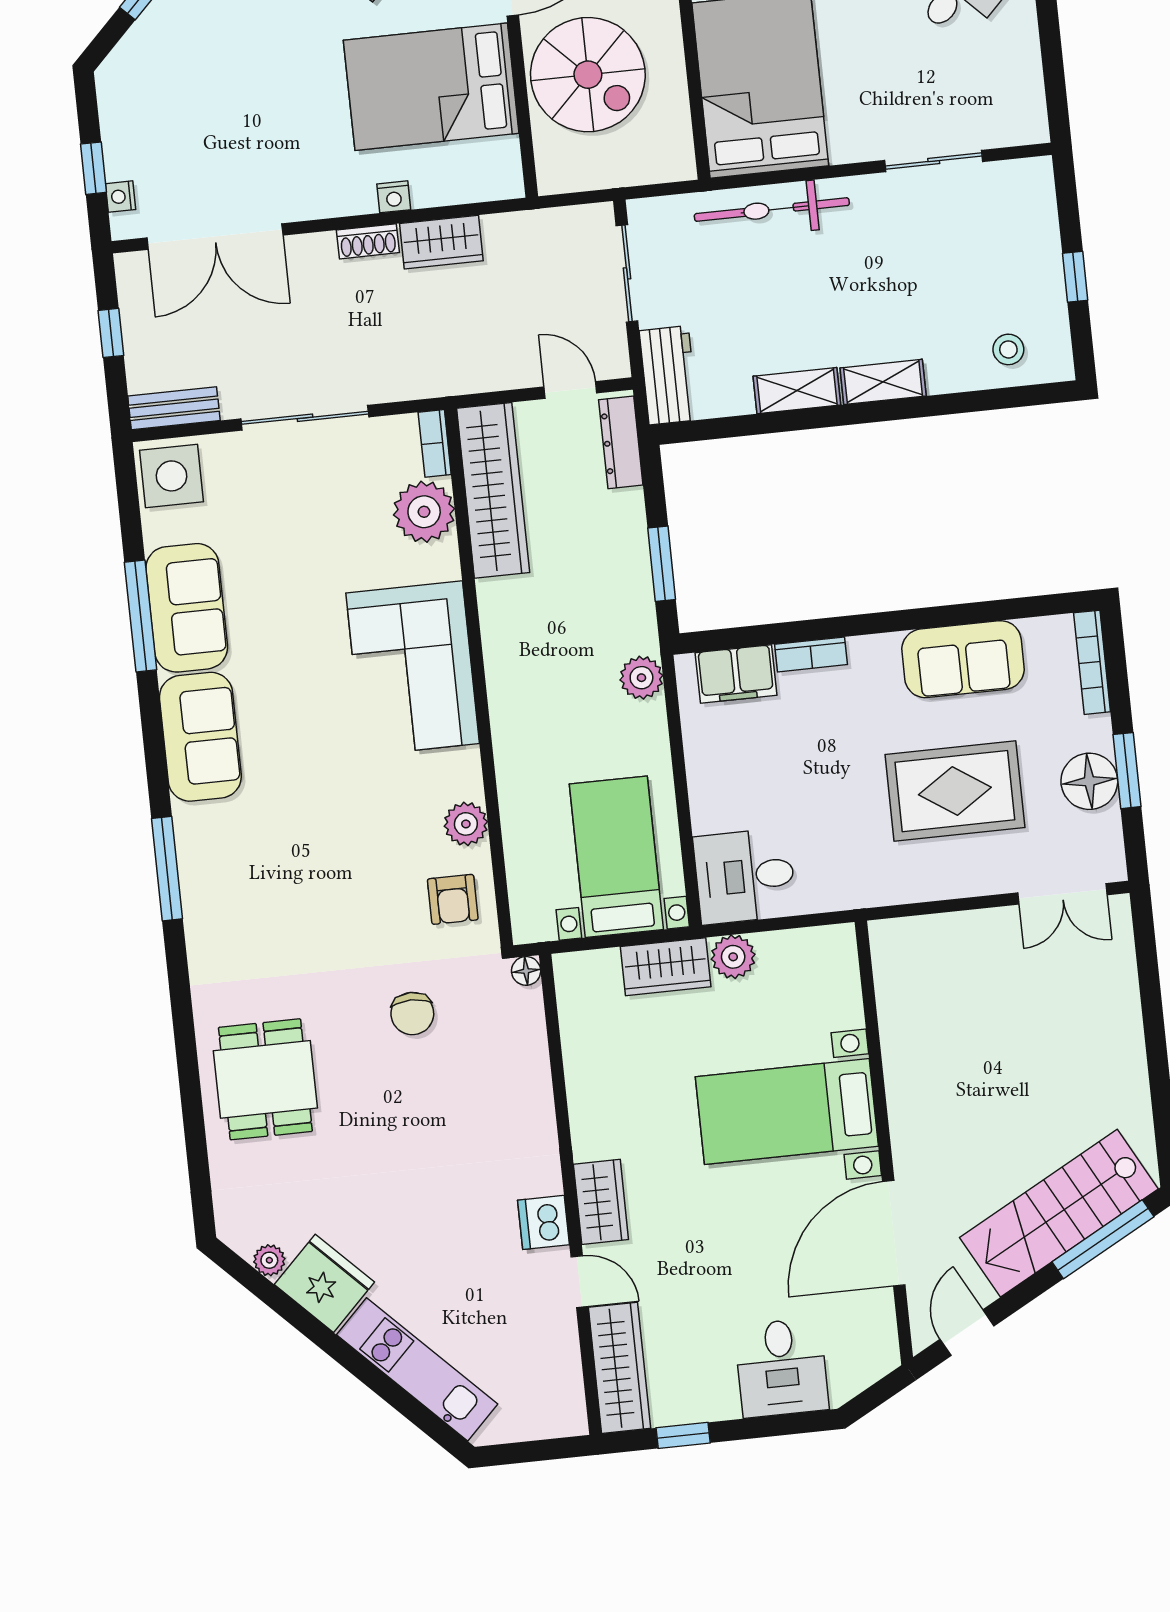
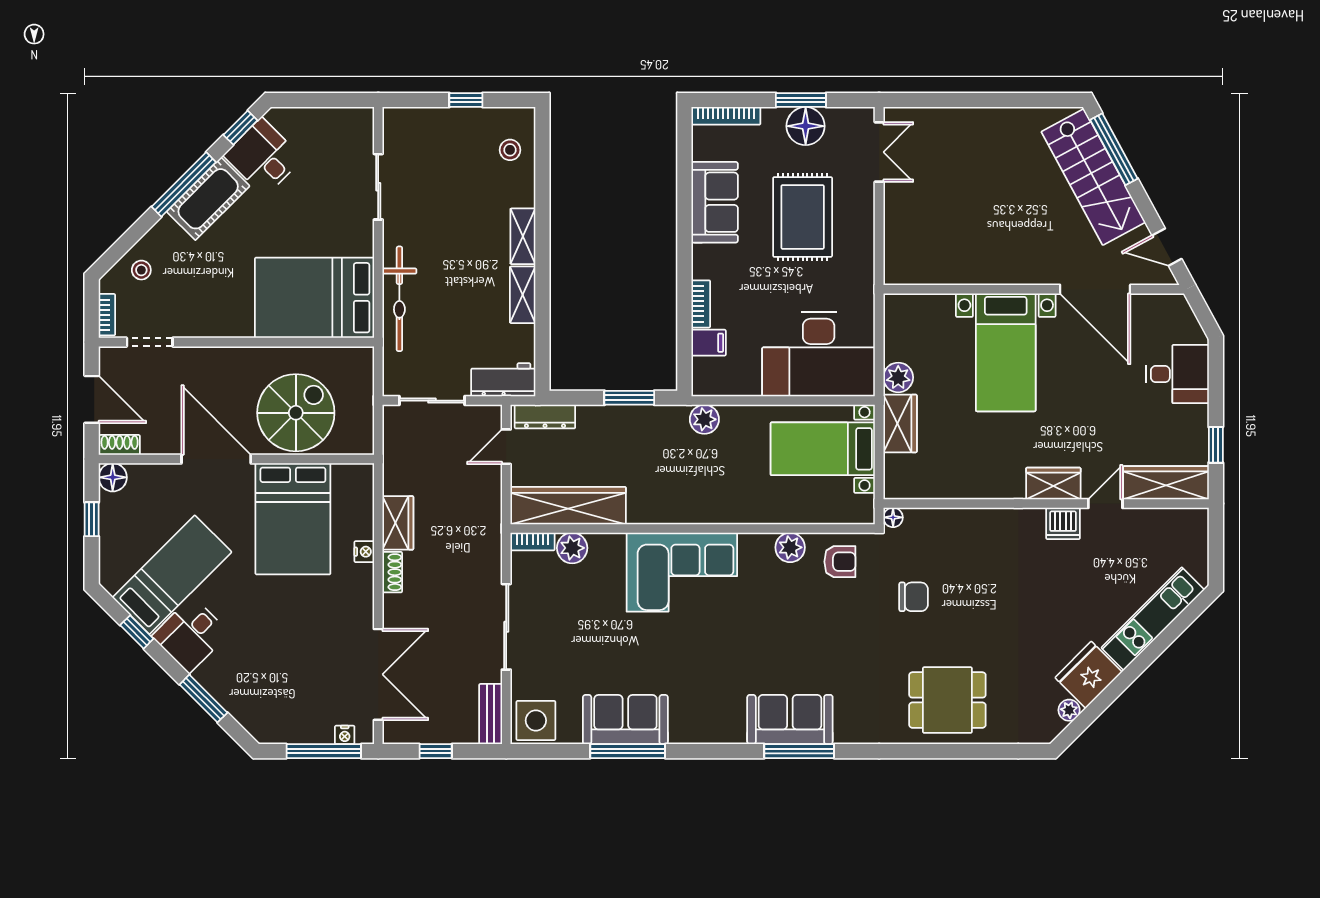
window: (93, 168) -> (324, 751), width x2.17
plant: (424, 512) -> (572, 548), width x0.73, depth x0.73
filing cabinet: (736, 674) -> (709, 343), width x0.50
sofa: (200, 737) -> (790, 720), moved
desk: (745, 876) -> (819, 354), width x1.87, depth x1.30

